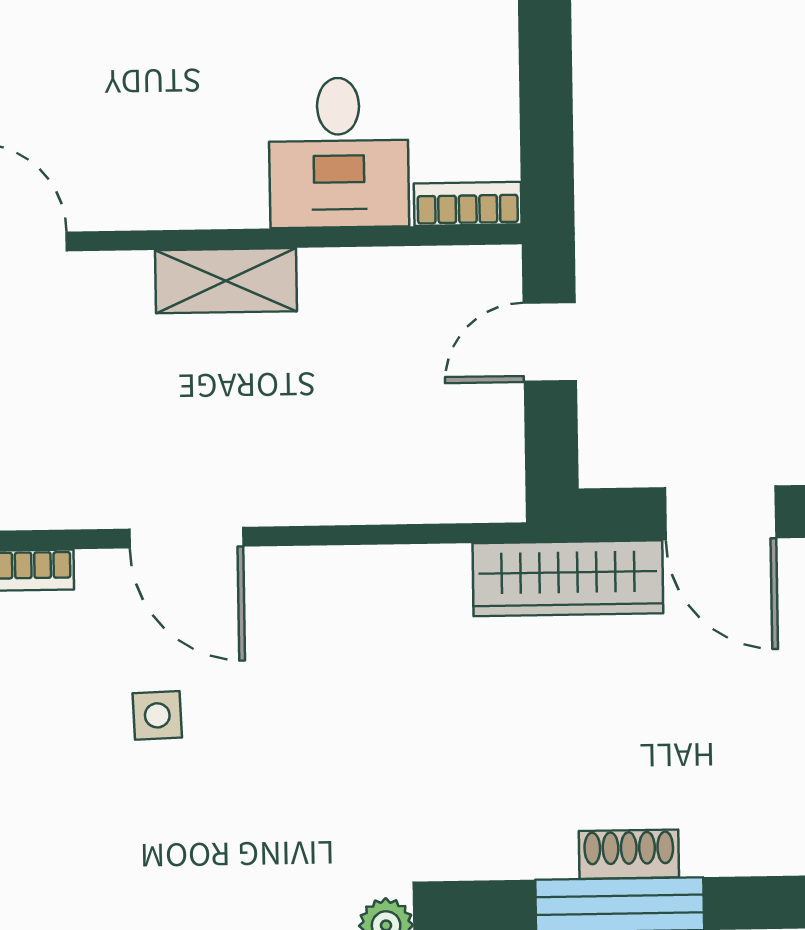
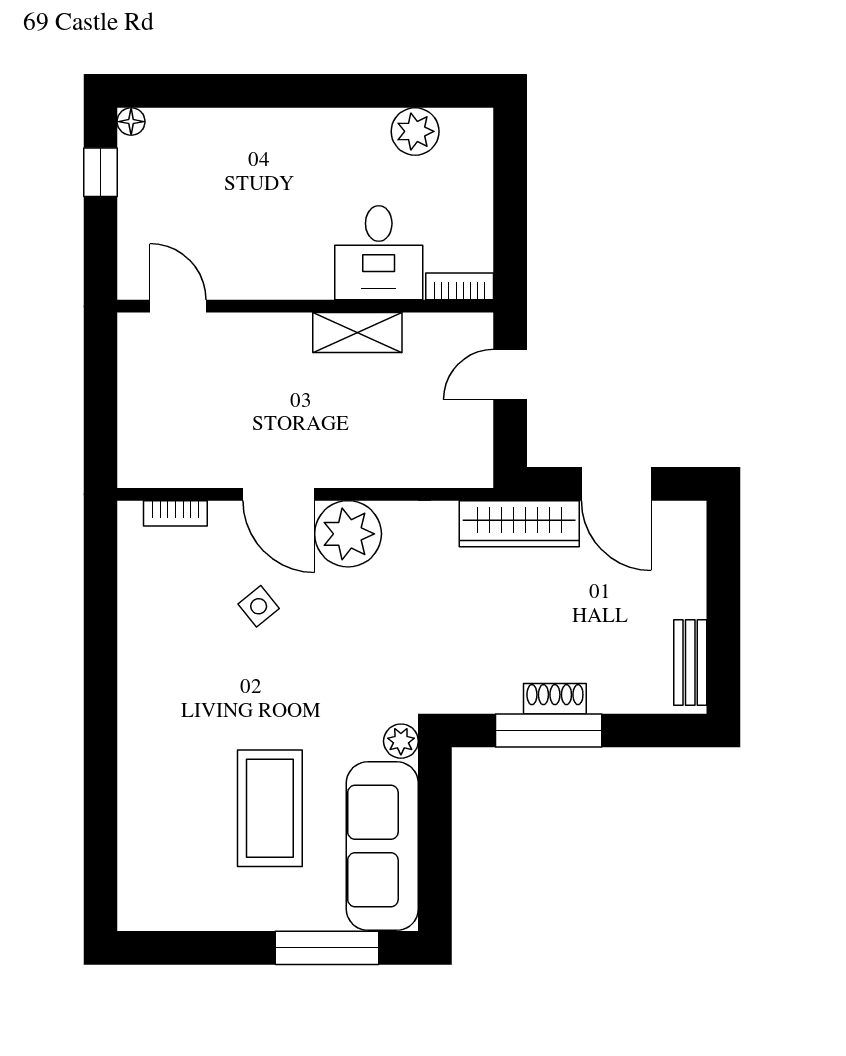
shelving: (226, 281) -> (357, 333), moved
plant: (297, 598) -> (348, 534), added
side table: (157, 715) -> (259, 606), turned -37

